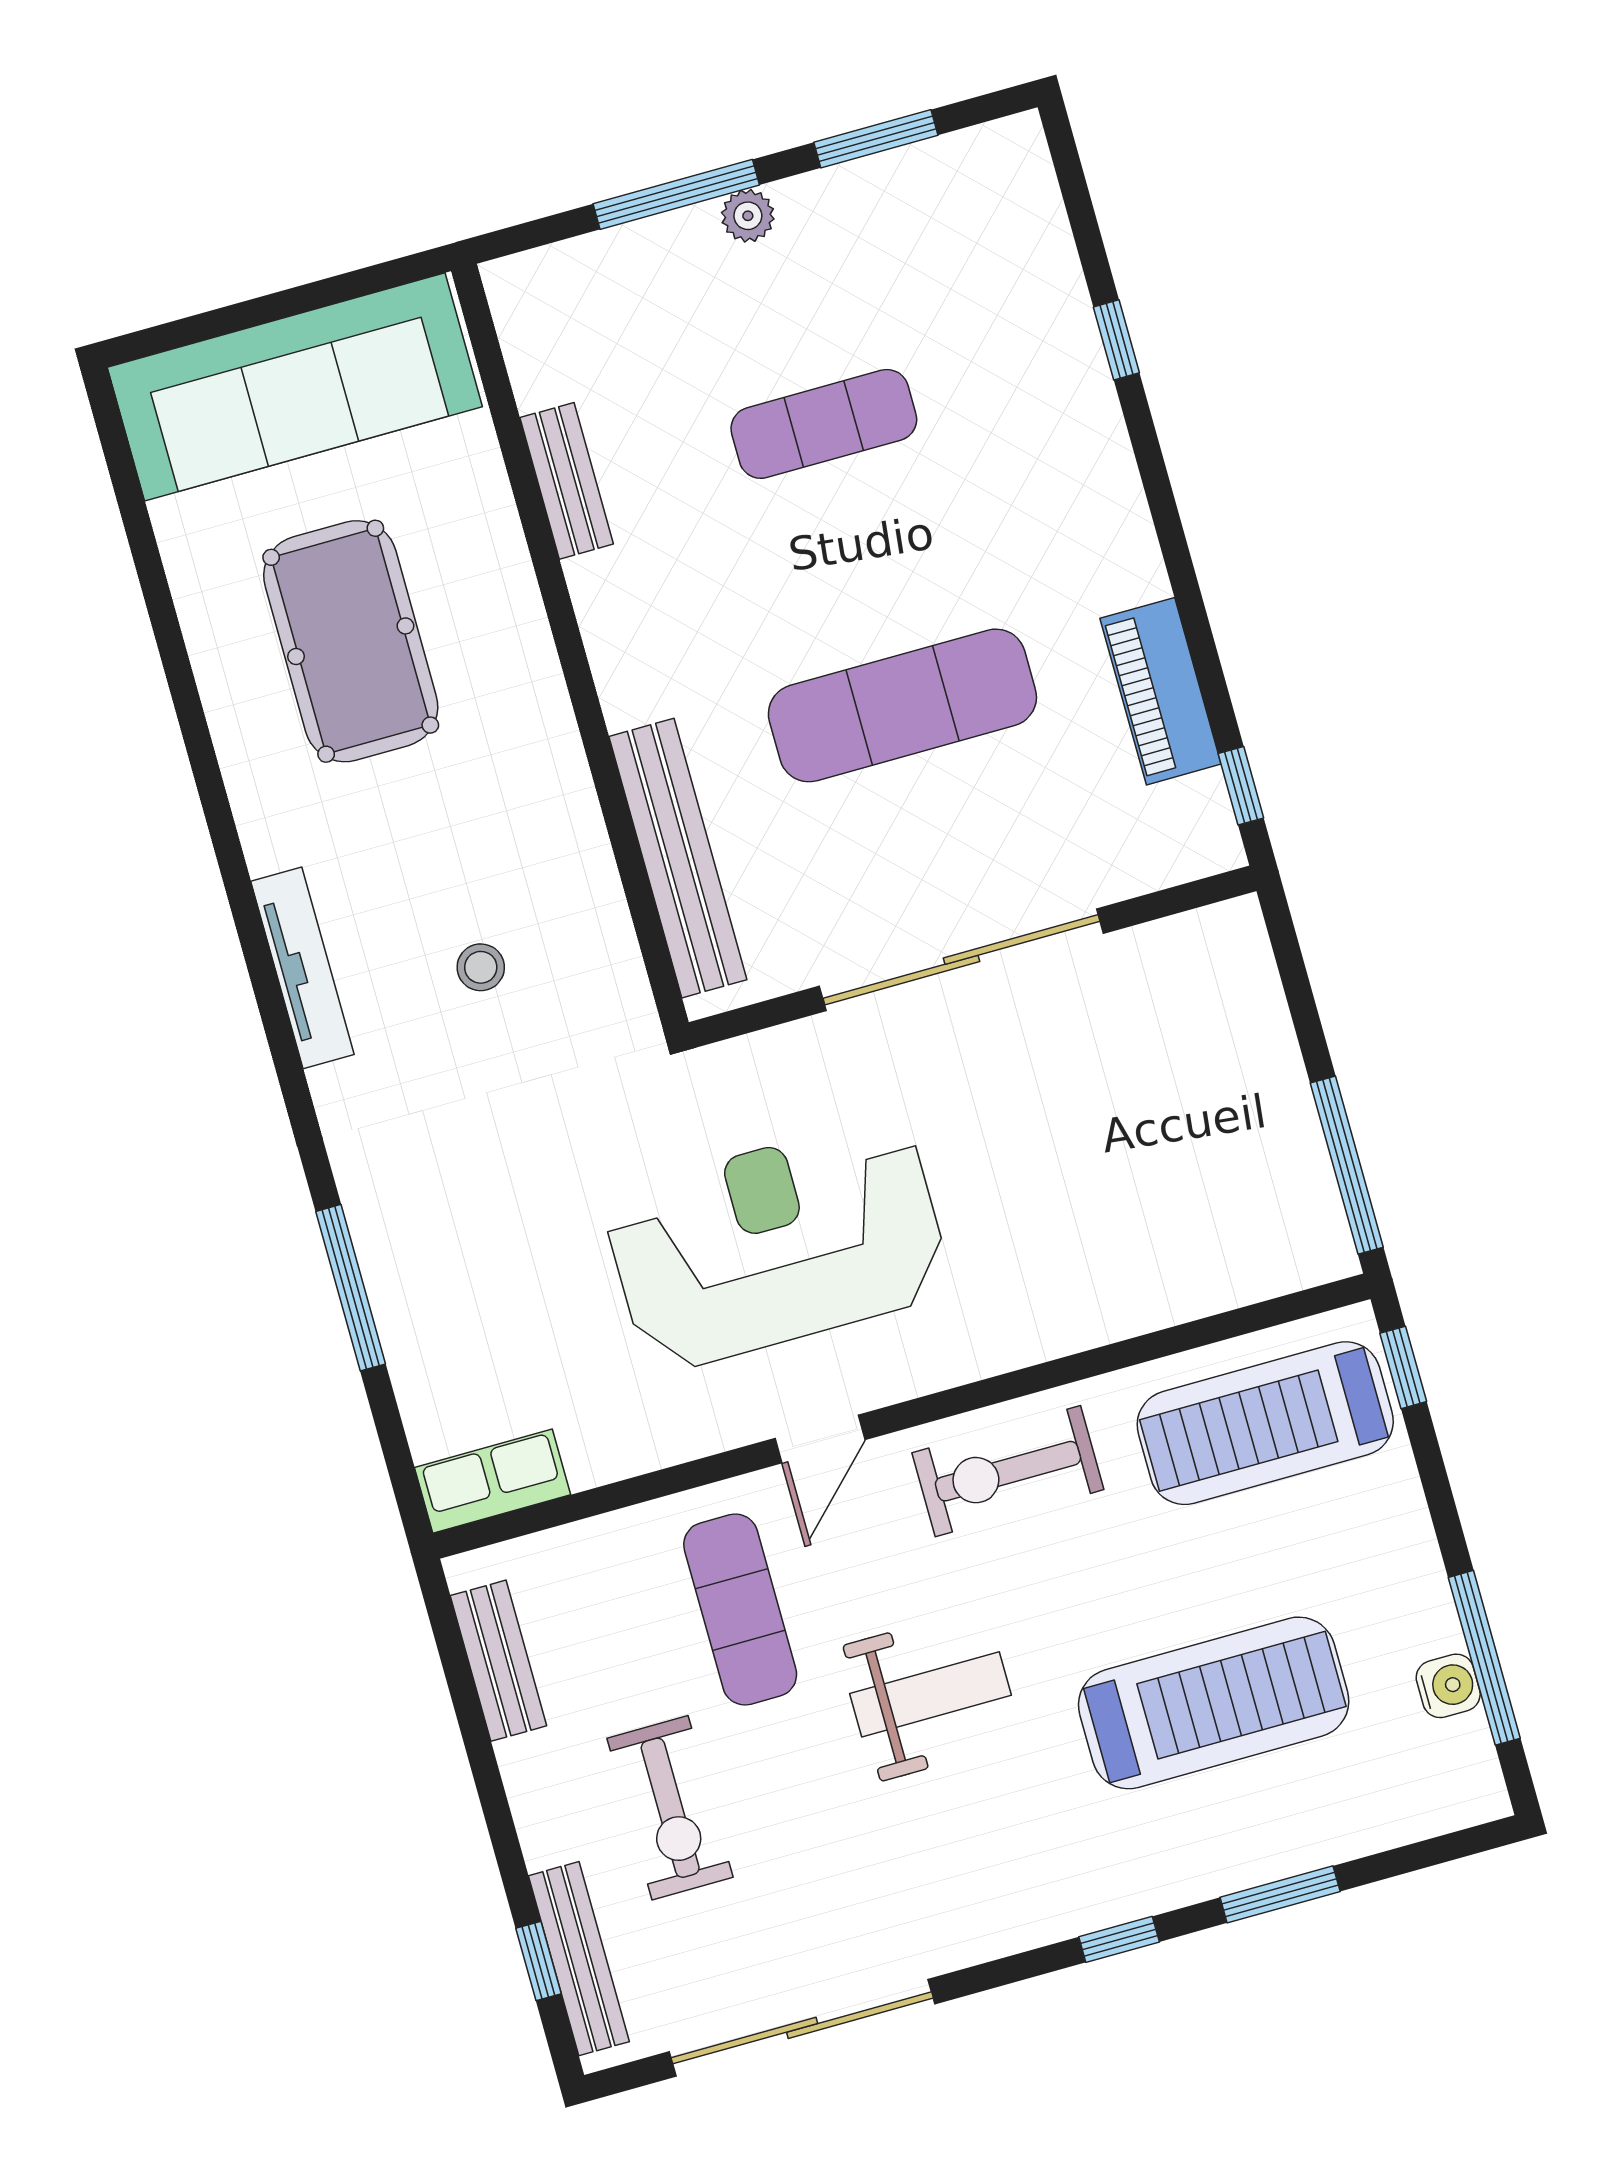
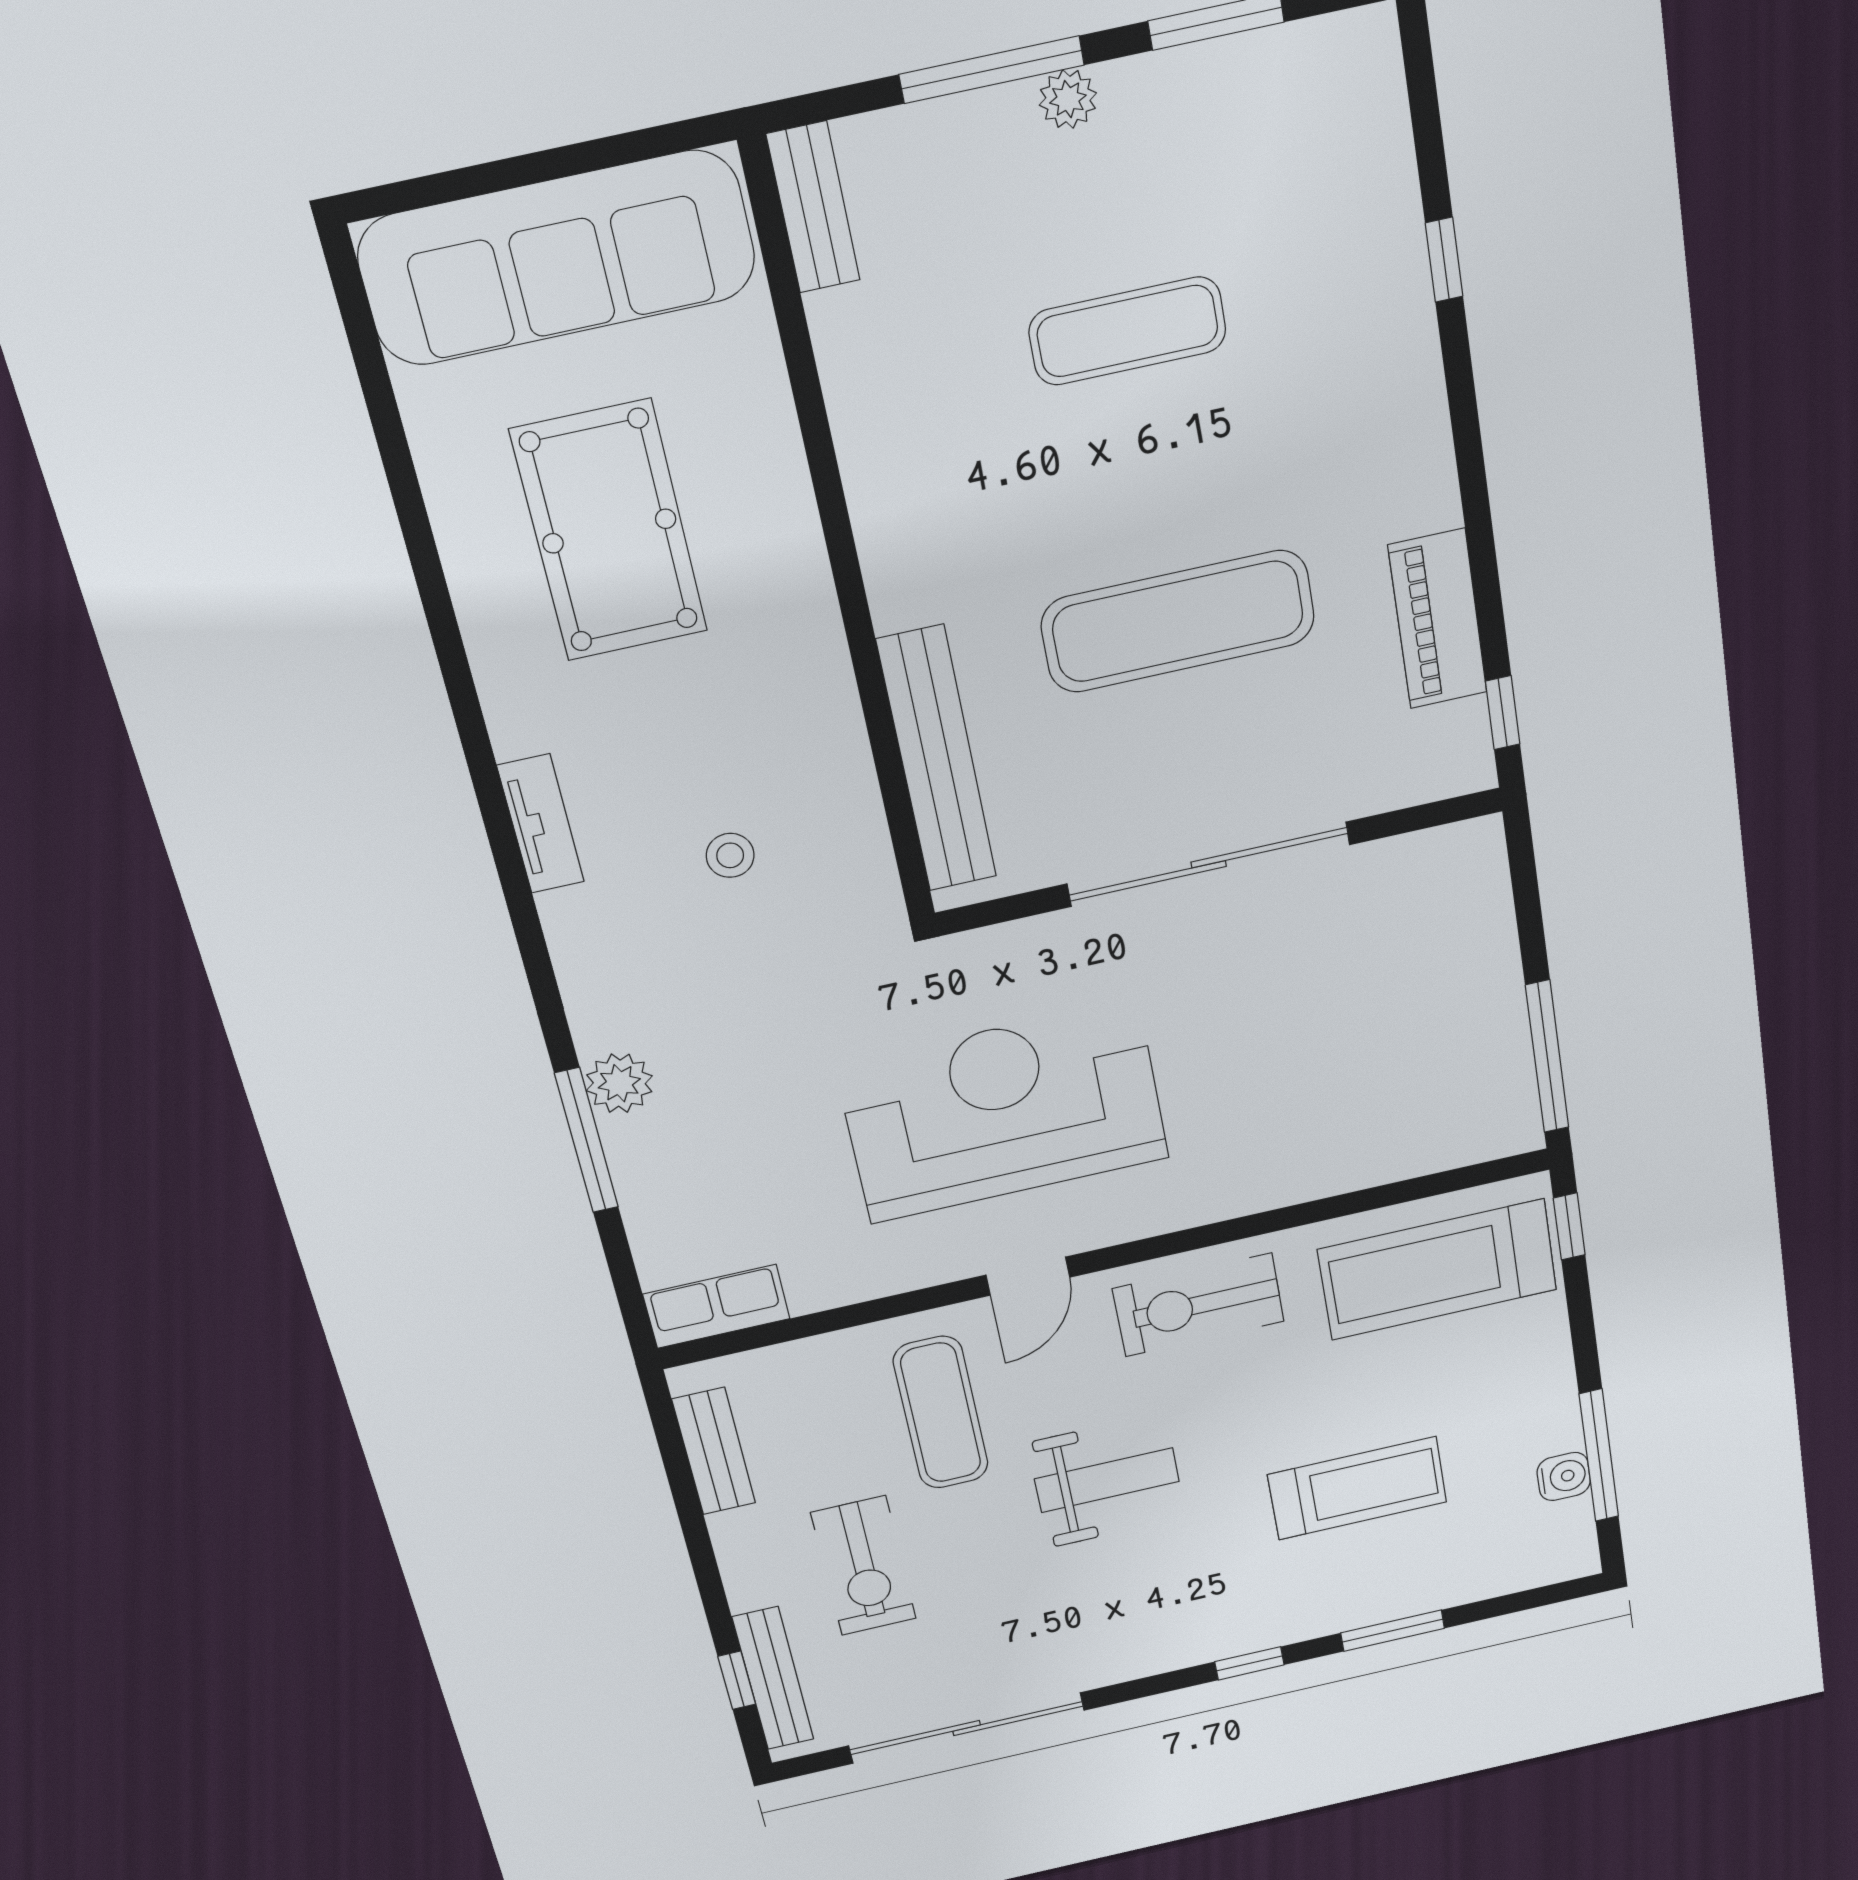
bench: (567, 481) -> (813, 207), moved
tv unit: (302, 968) -> (541, 824), width x0.71
plant: (381, 1221) -> (619, 1083), added
treadmill: (1214, 1703) -> (1357, 1488), width x0.73, depth x0.73

